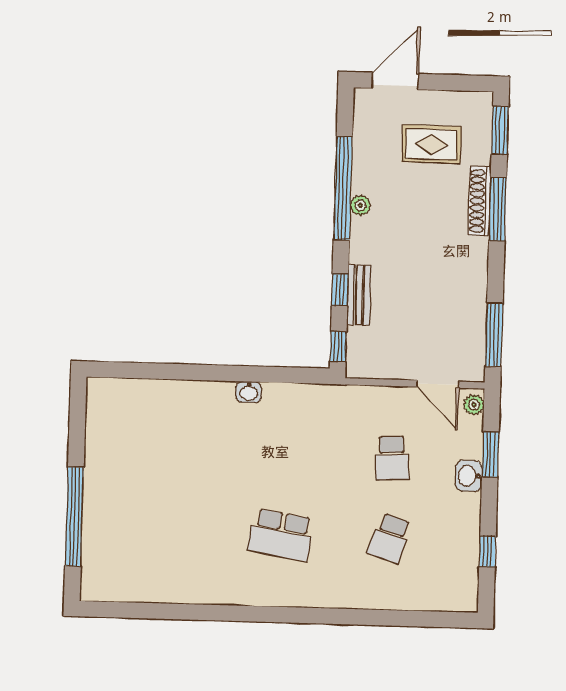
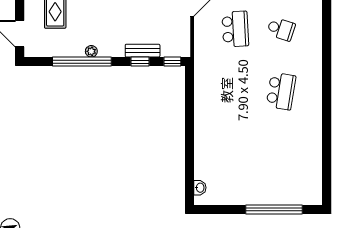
washbasin: (249, 392) -> (200, 188), moved
school desk: (392, 458) -> (235, 29), width x1.85

